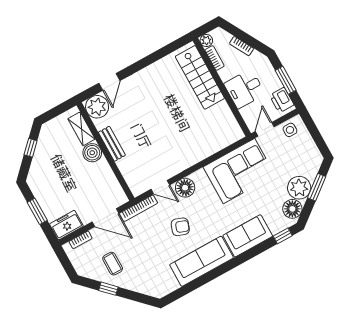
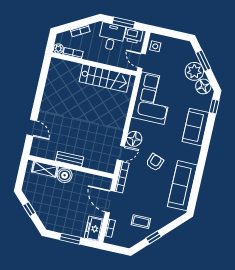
stairs: (200, 77) -> (105, 78), moved
desk: (245, 89) -> (112, 37), moved, turned 180
plant: (97, 107) -> (40, 148), removed
door: (105, 218) -> (110, 202), swing flipped
sofa: (202, 261) -> (182, 186), moved

